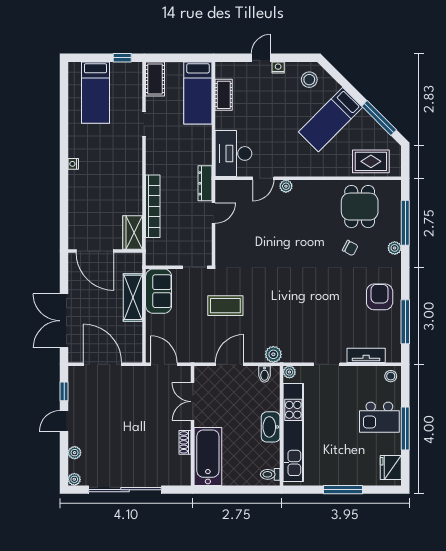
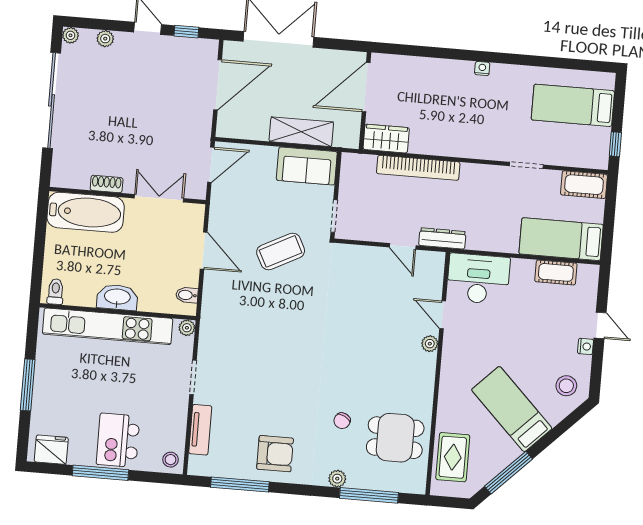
coffee table: (225, 306) -> (281, 251), turned 63
plant: (273, 354) -> (212, 309), removed

